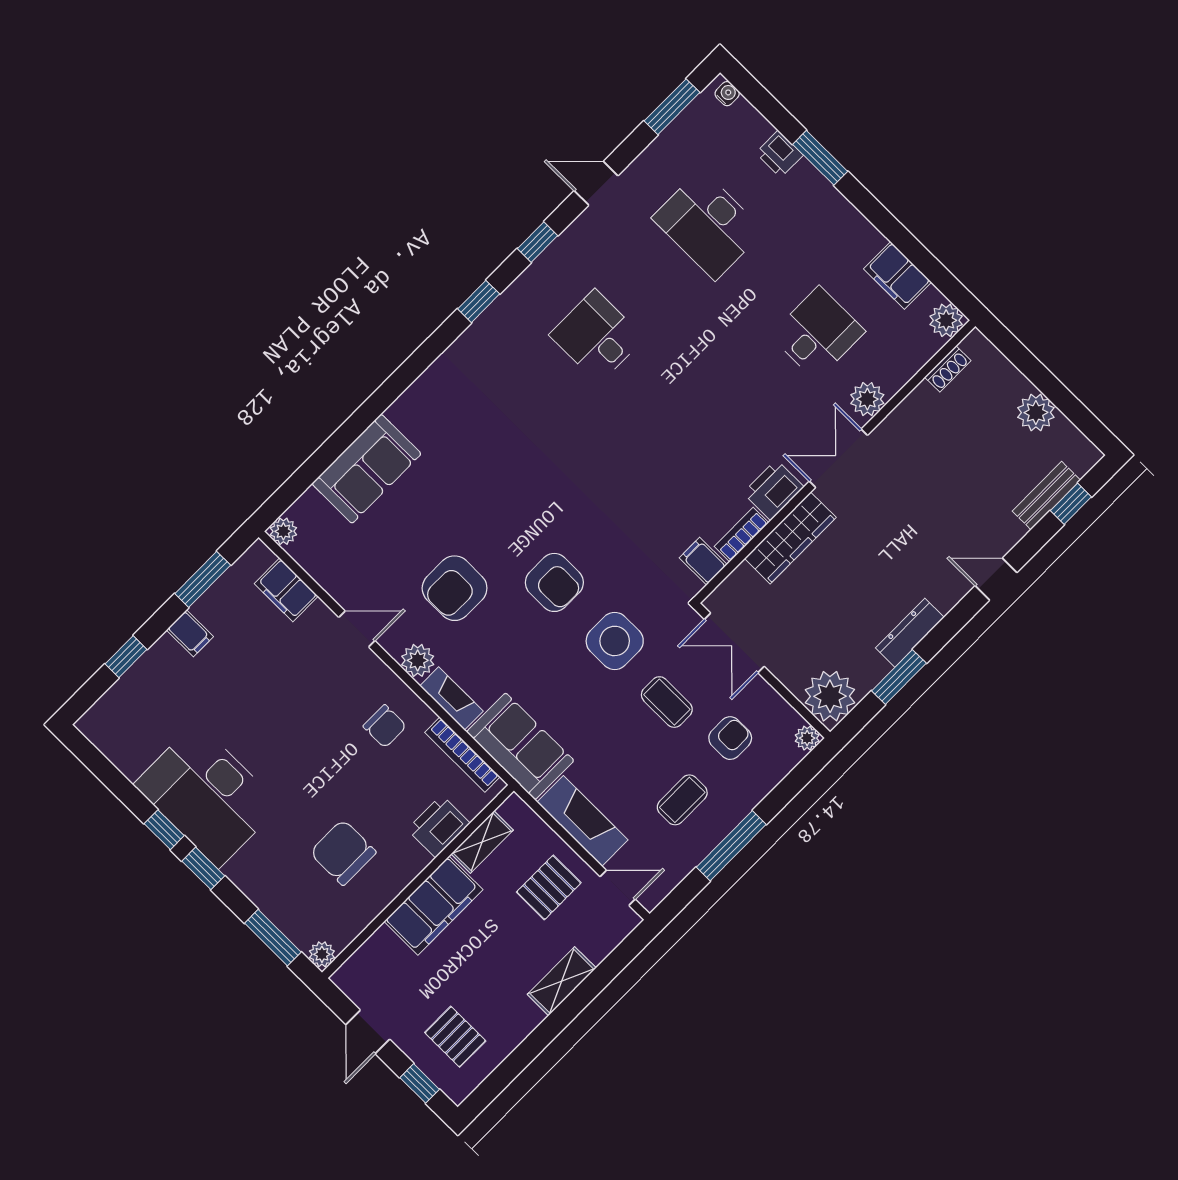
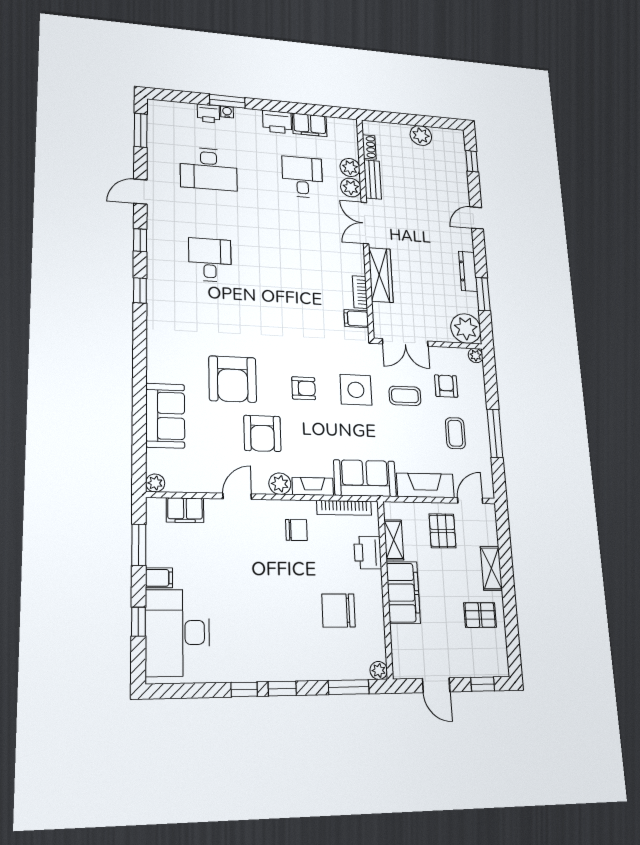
water cooler: (727, 94) -> (227, 112), moved
plant: (946, 320) -> (350, 167), moved
desk: (597, 337) -> (210, 260), turned 90
printer: (774, 490) -> (277, 122), moved, turned -90
bench: (1046, 496) -> (373, 179), moved
armchair: (483, 497) -> (233, 379), added
armchair: (554, 582) -> (304, 388), width x0.72, depth x0.72
desk: (207, 795) -> (178, 633), moved, turned 90
pallet: (455, 1037) -> (480, 615), moved

